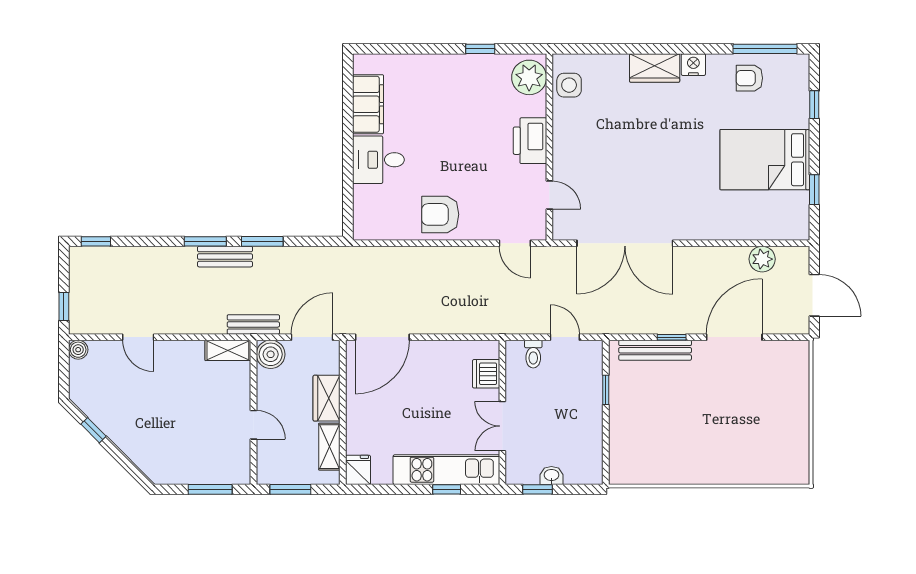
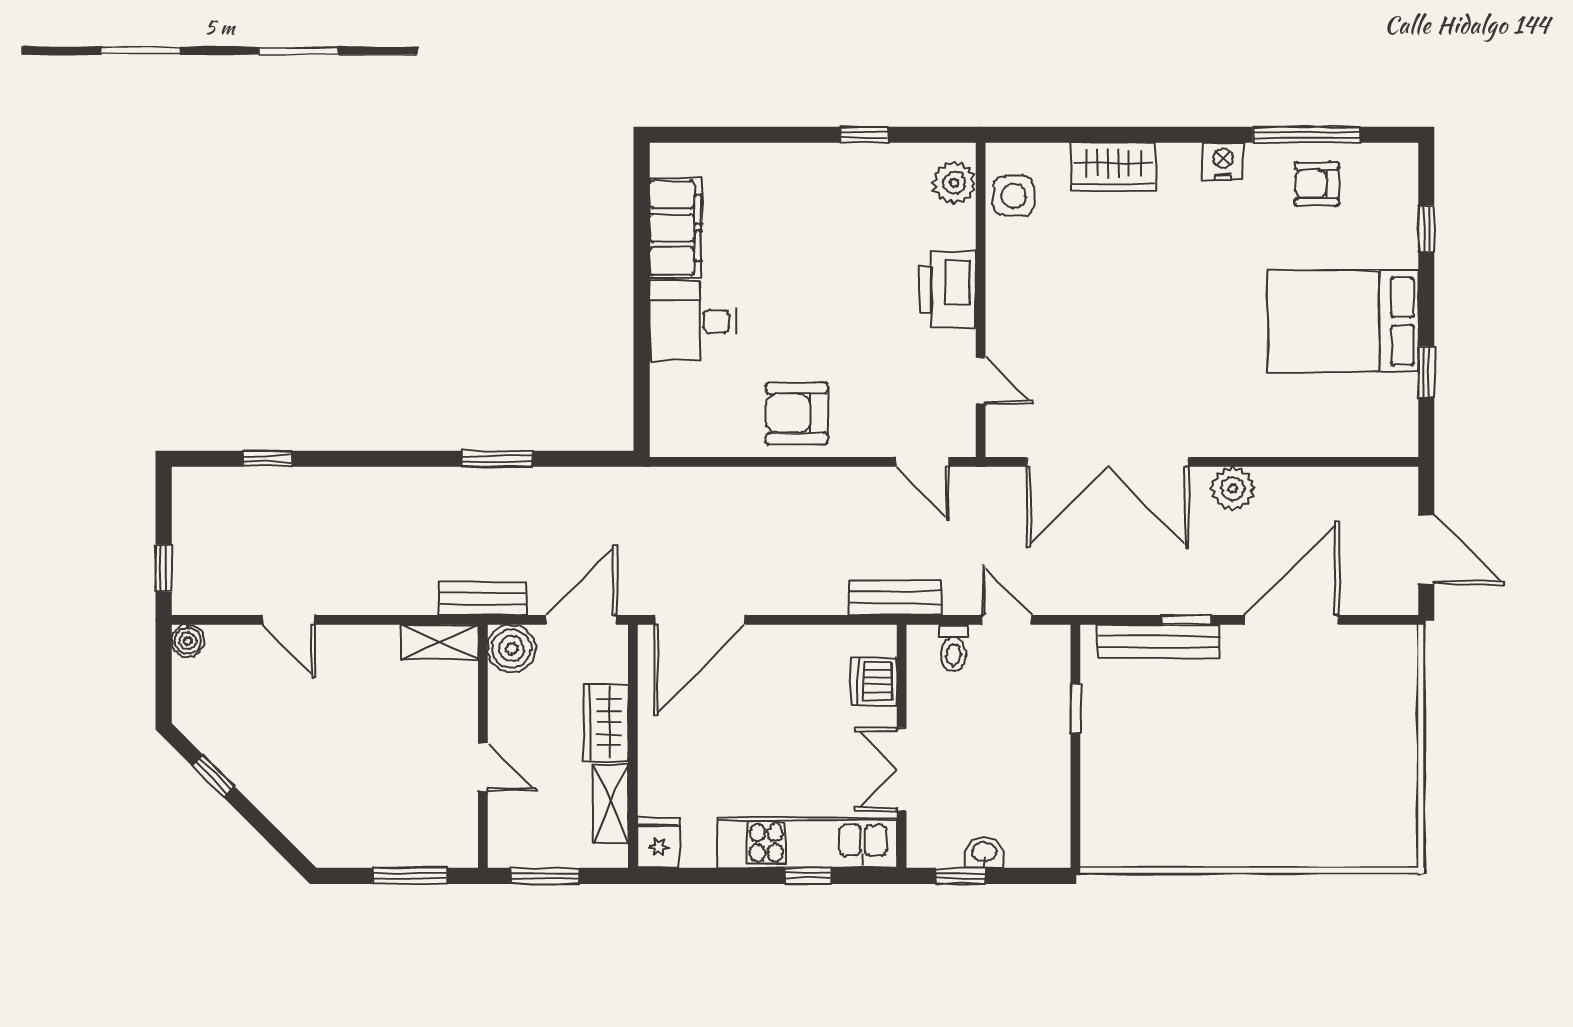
window: (765, 49) -> (1306, 135), moved
wardrobe: (655, 68) -> (1113, 167), moved
plant: (529, 77) -> (954, 183), width x0.73, depth x0.73
window: (96, 241) -> (267, 459), moved
window: (205, 241) -> (402, 459), removed
bench: (225, 257) -> (895, 598), moved
plant: (762, 259) -> (1233, 488), moved

